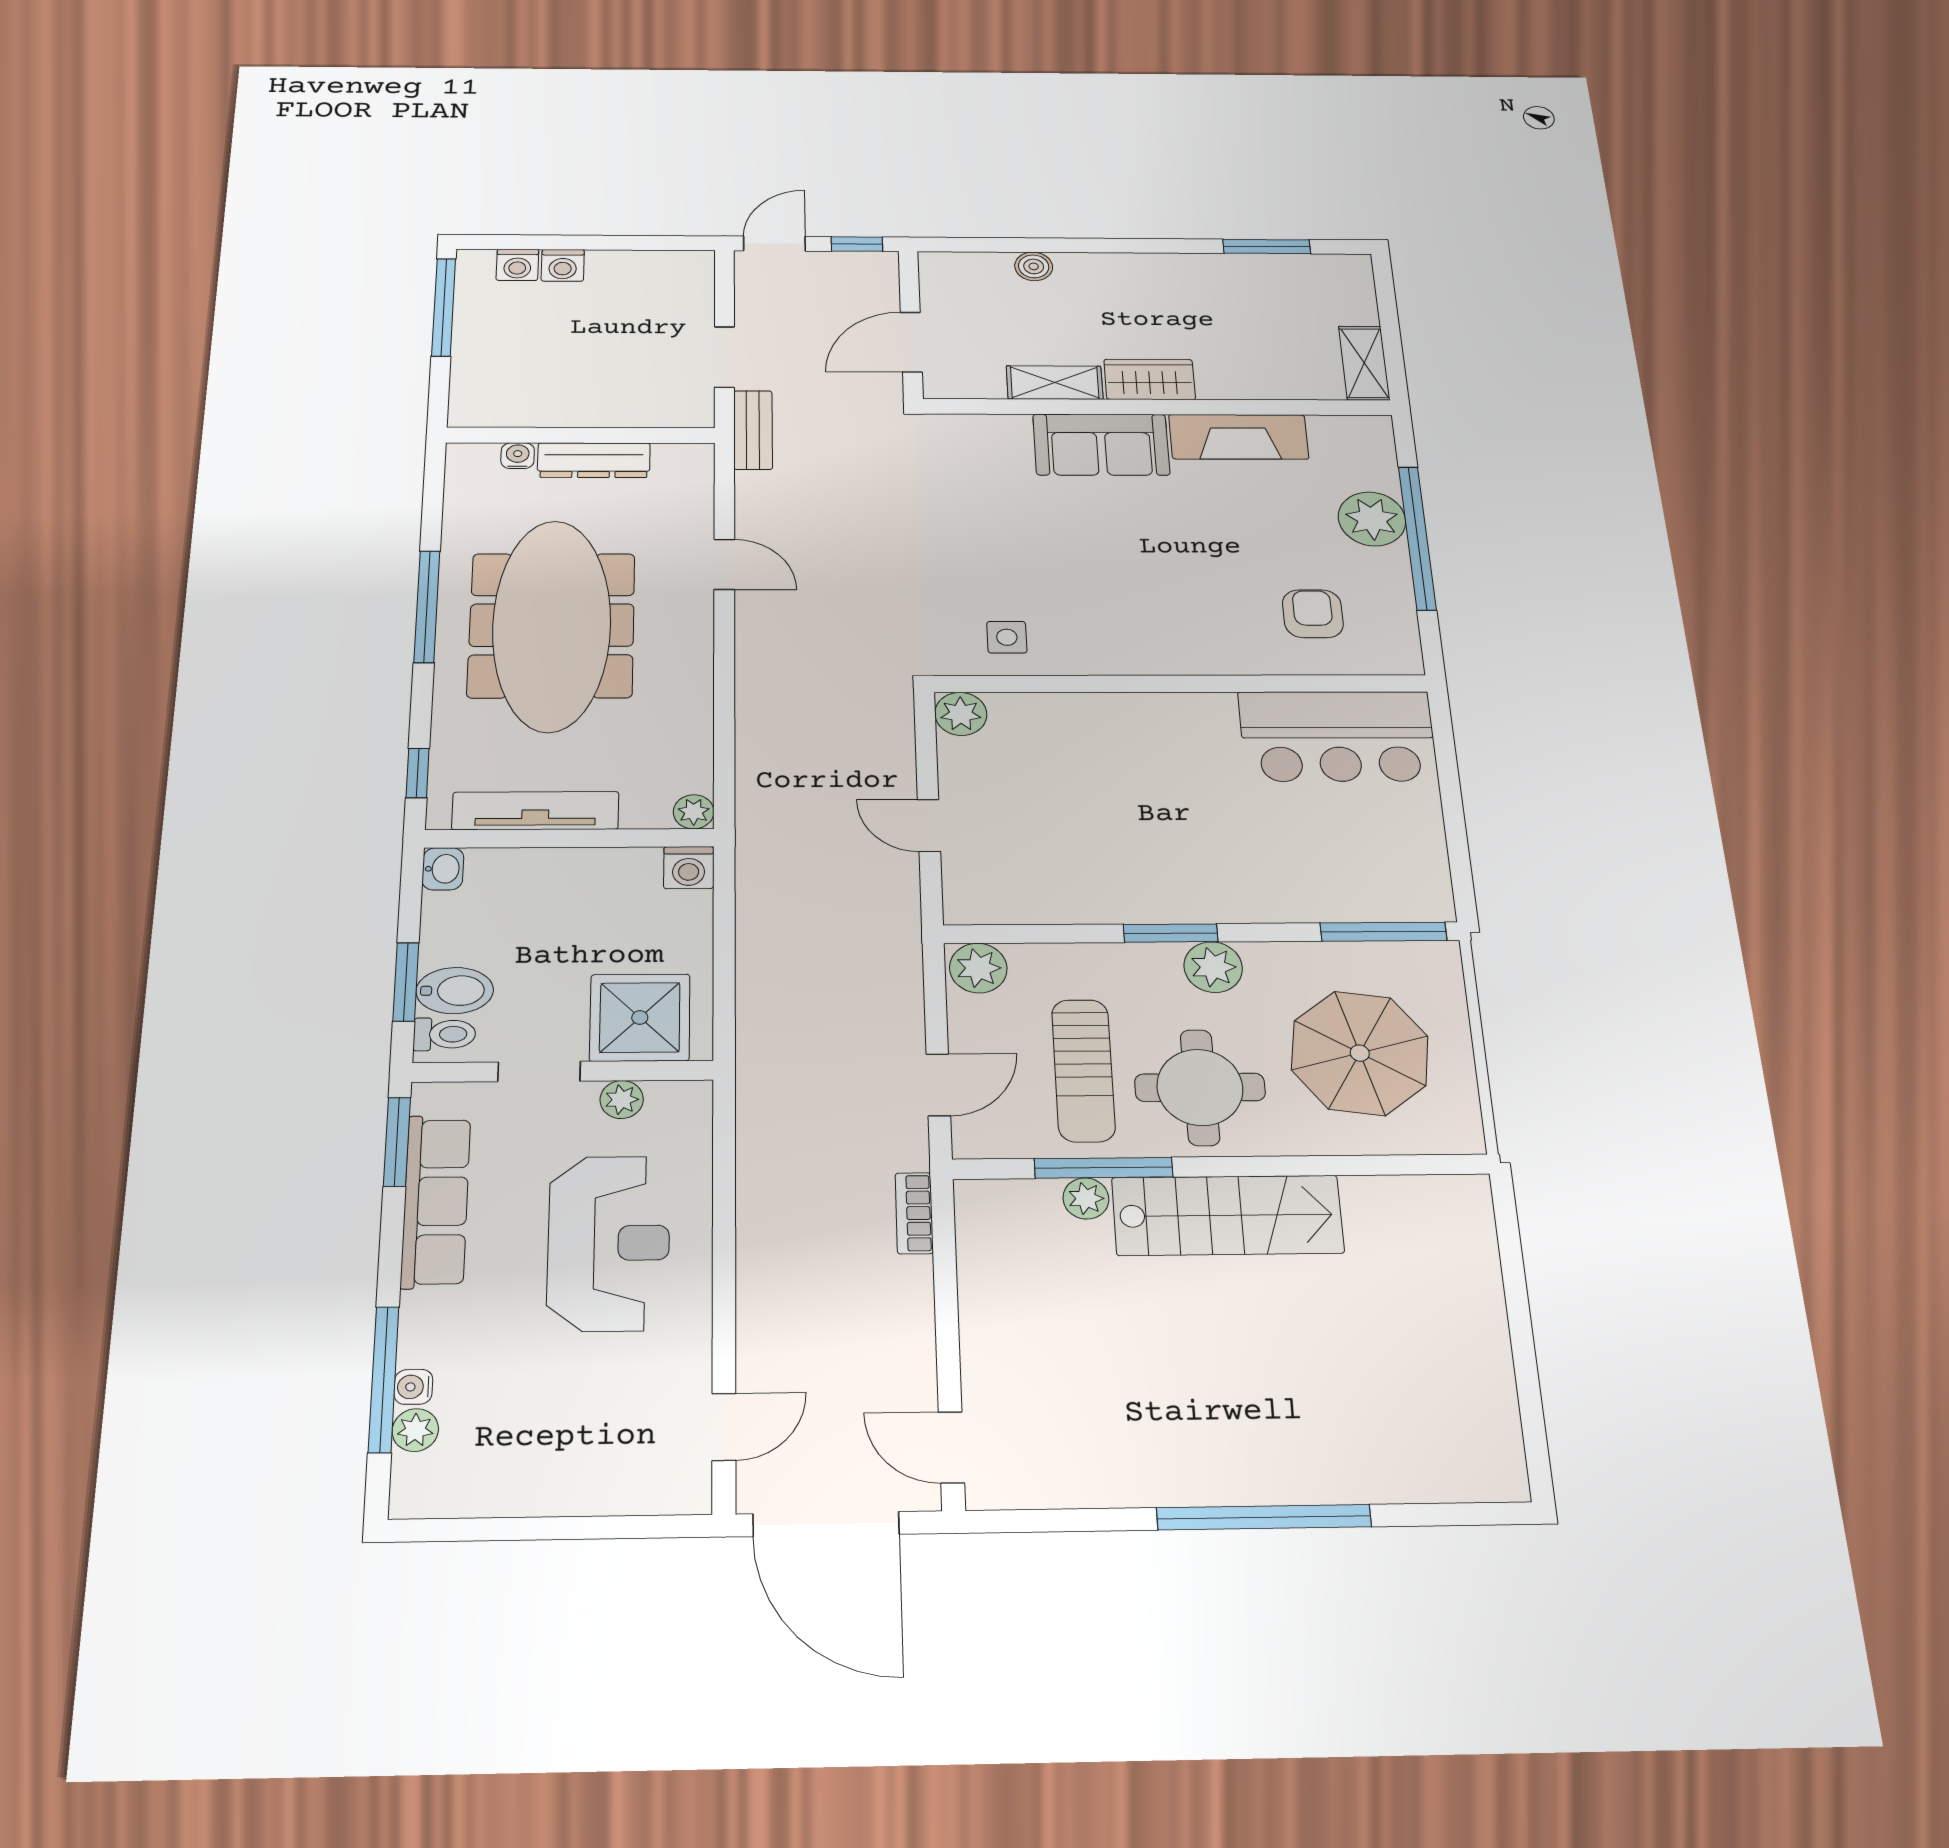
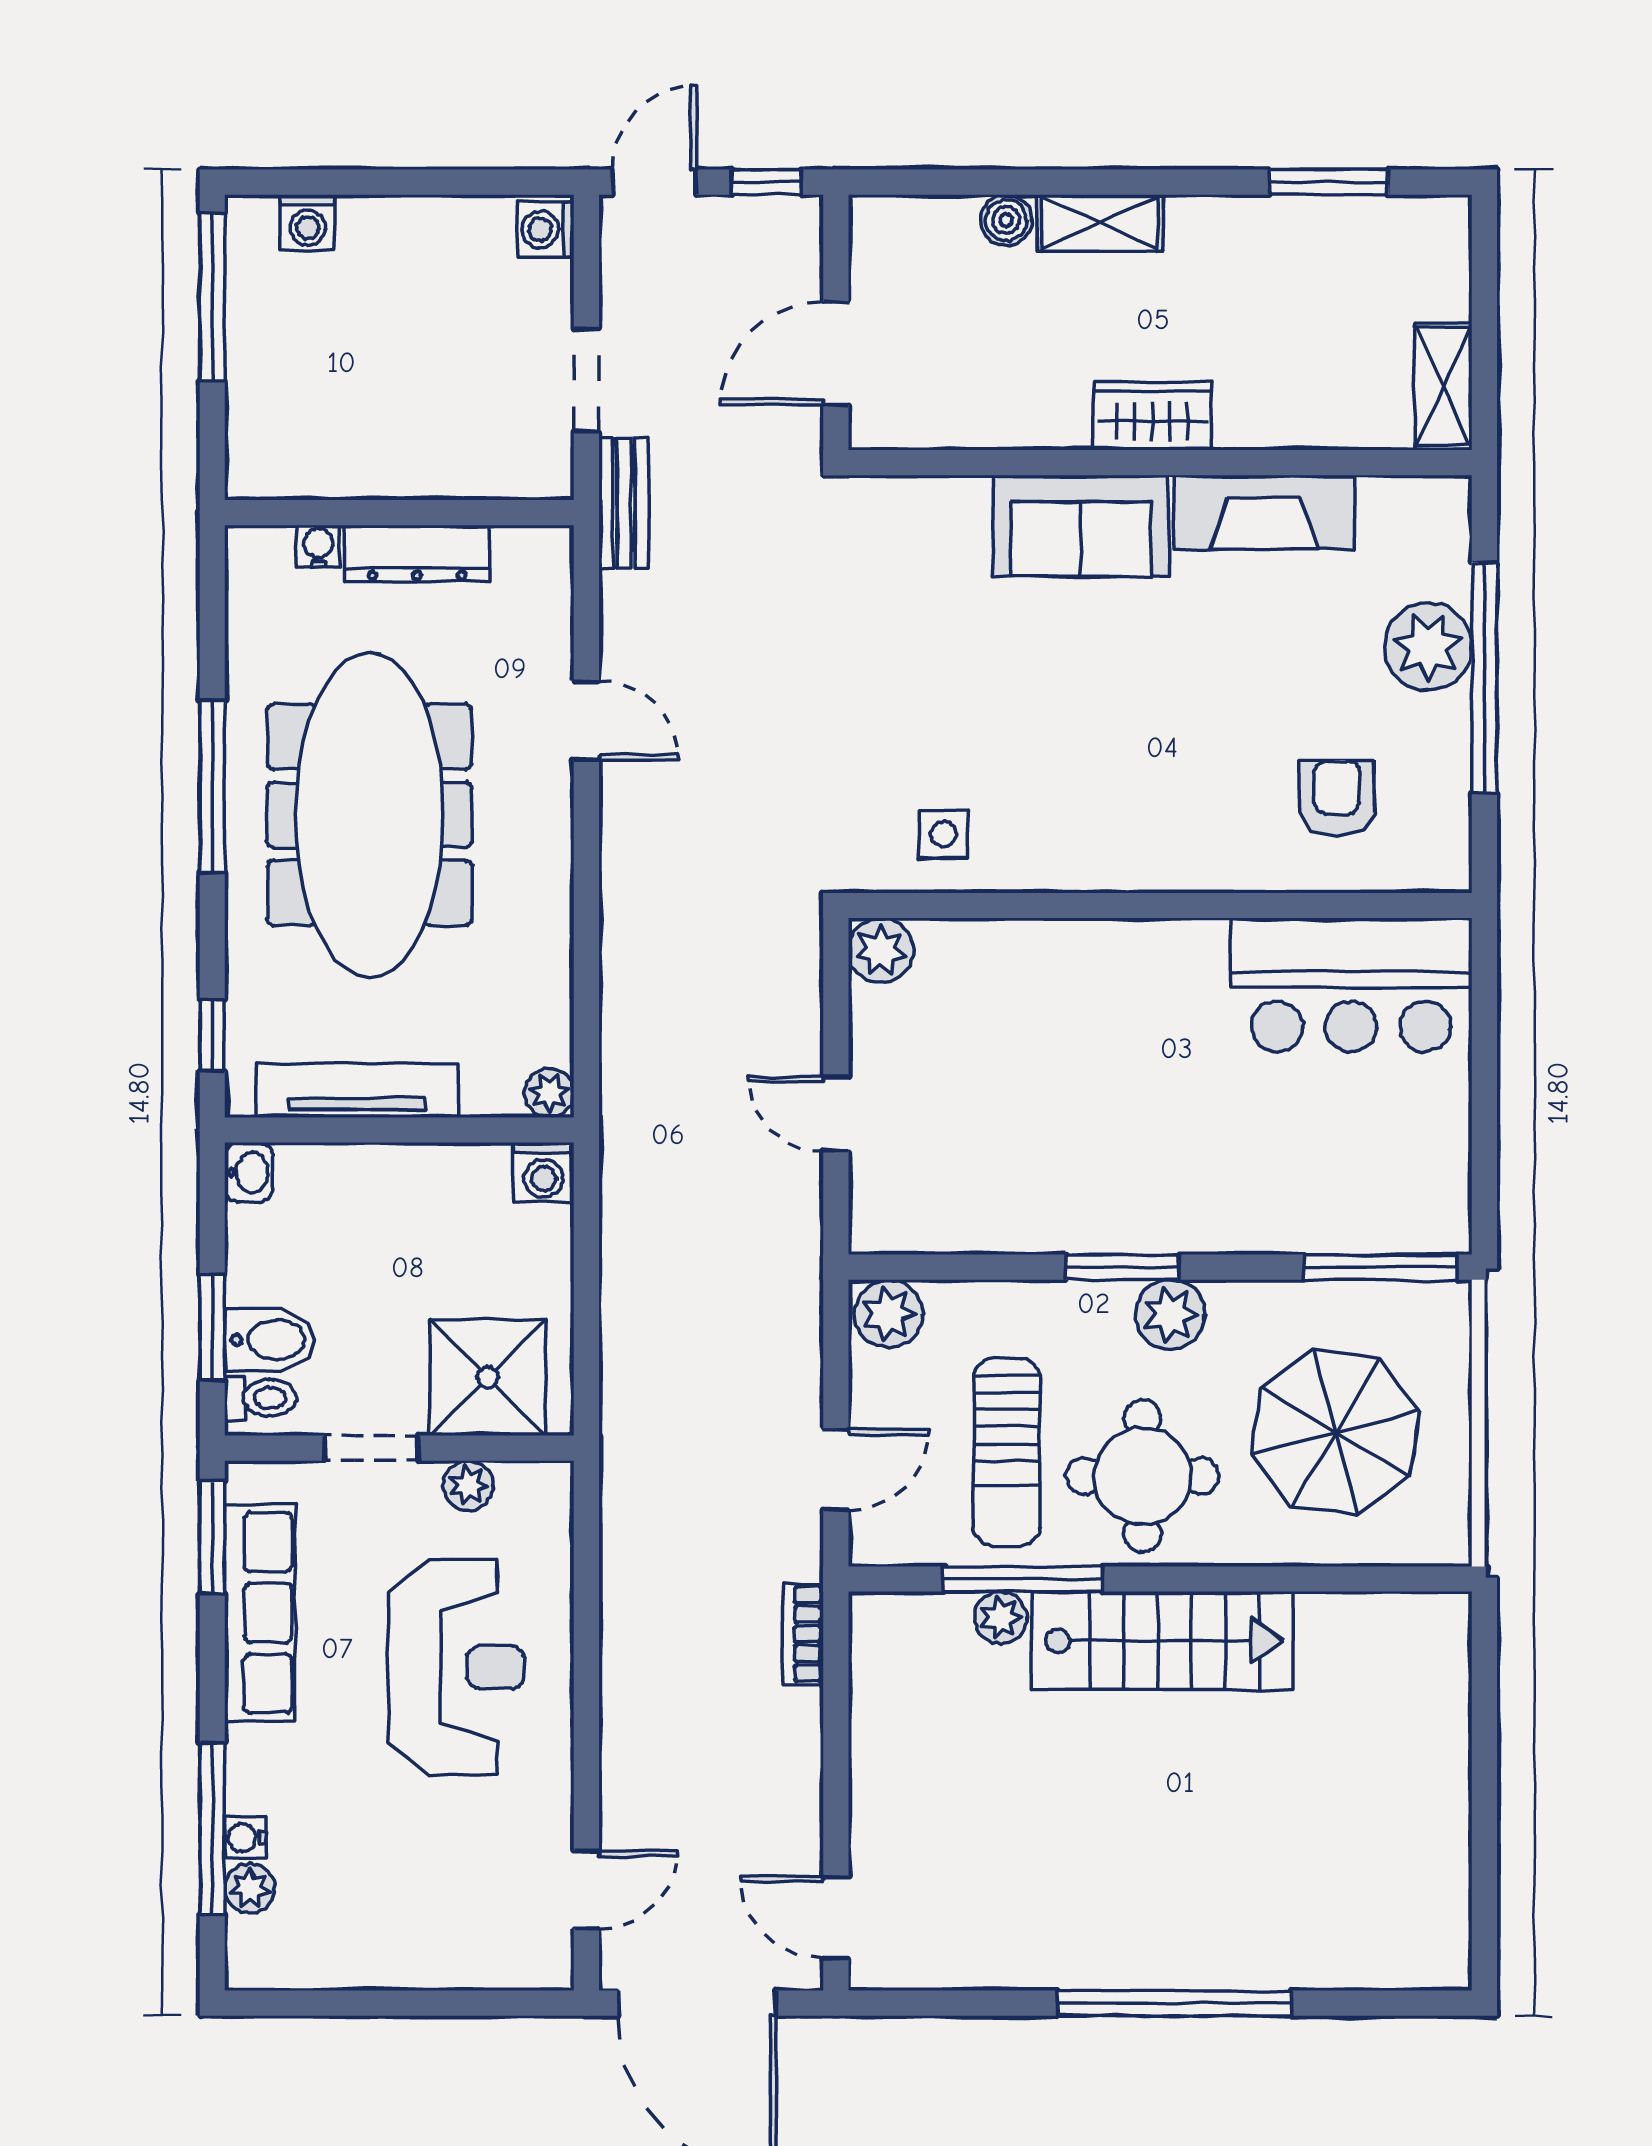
washing machine: (563, 265) -> (546, 229), moved, turned 90
shelving: (1055, 383) -> (1100, 223), moved

